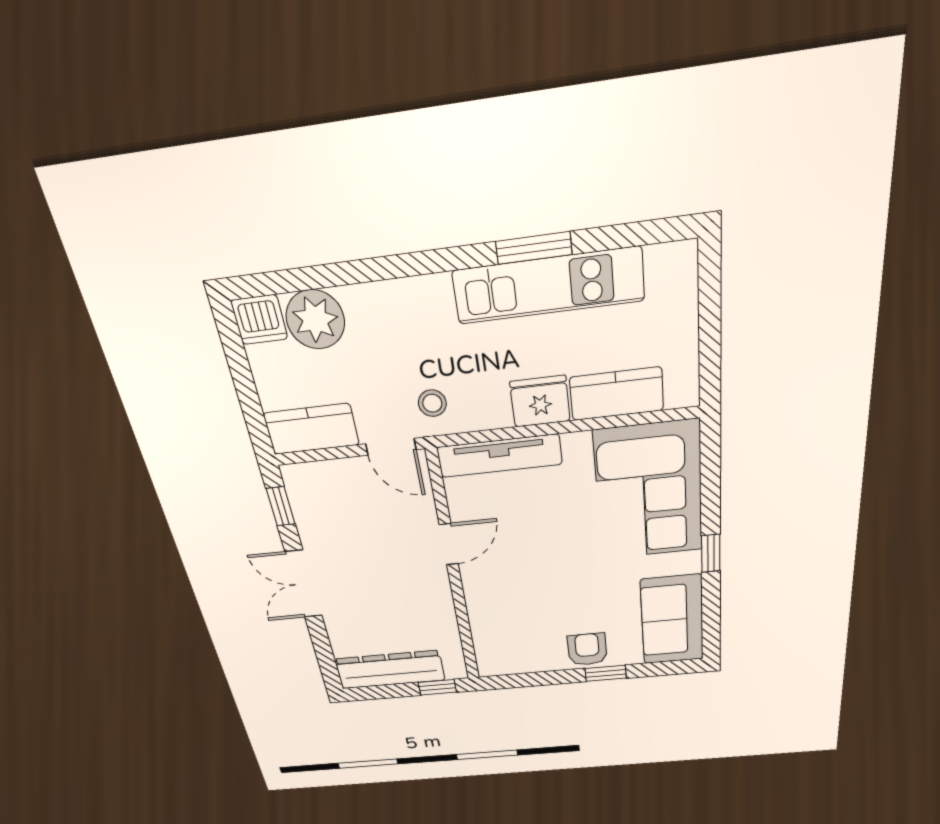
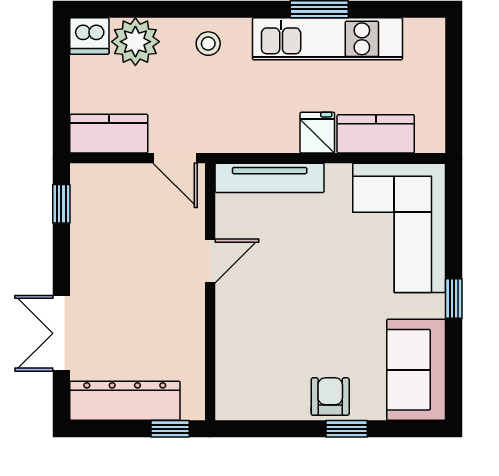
fridge: (540, 401) -> (317, 133), width x0.72
stool: (432, 403) -> (208, 44), moved
double door: (304, 584) -> (61, 333), moved

